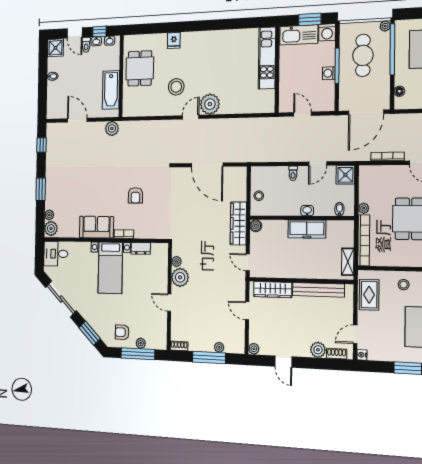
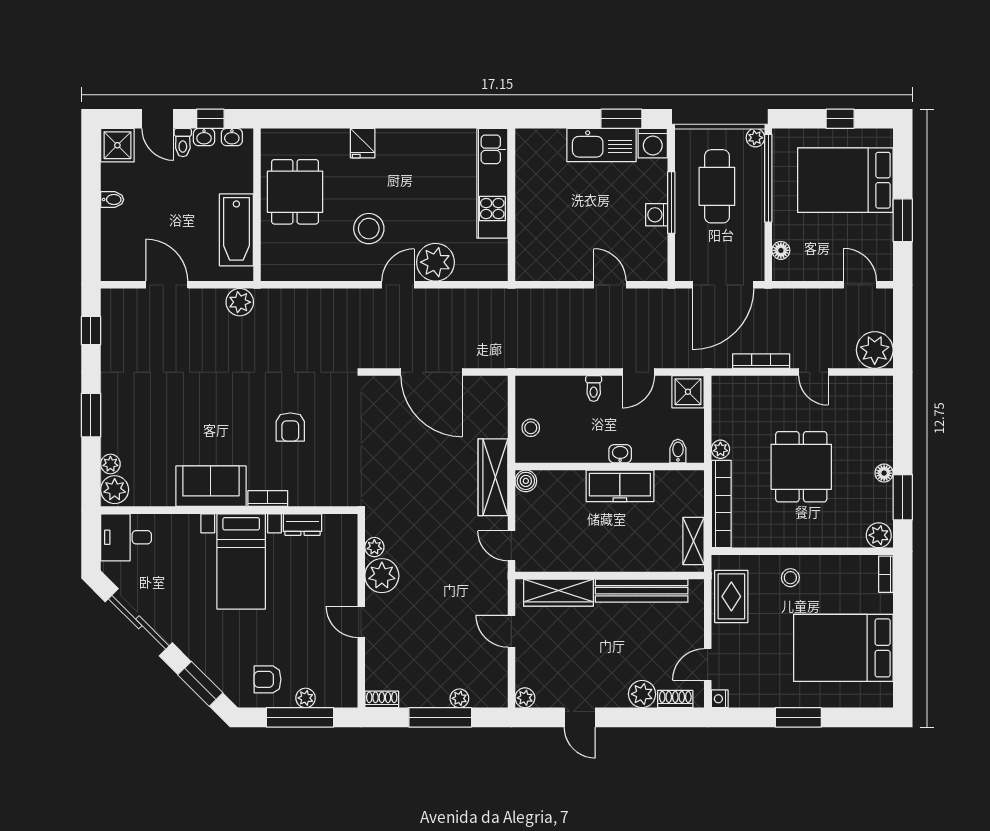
kitchen unit: (267, 58) -> (492, 183), moved
wall: (277, 70) -> (511, 205), moved

